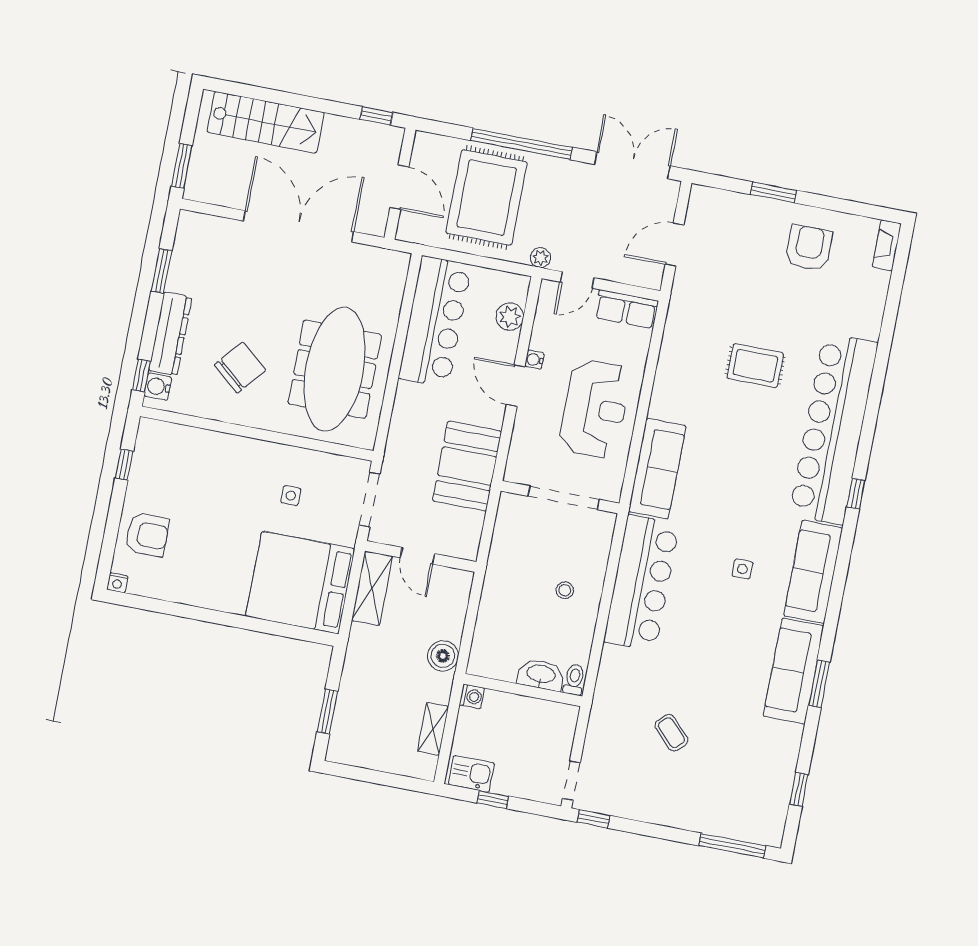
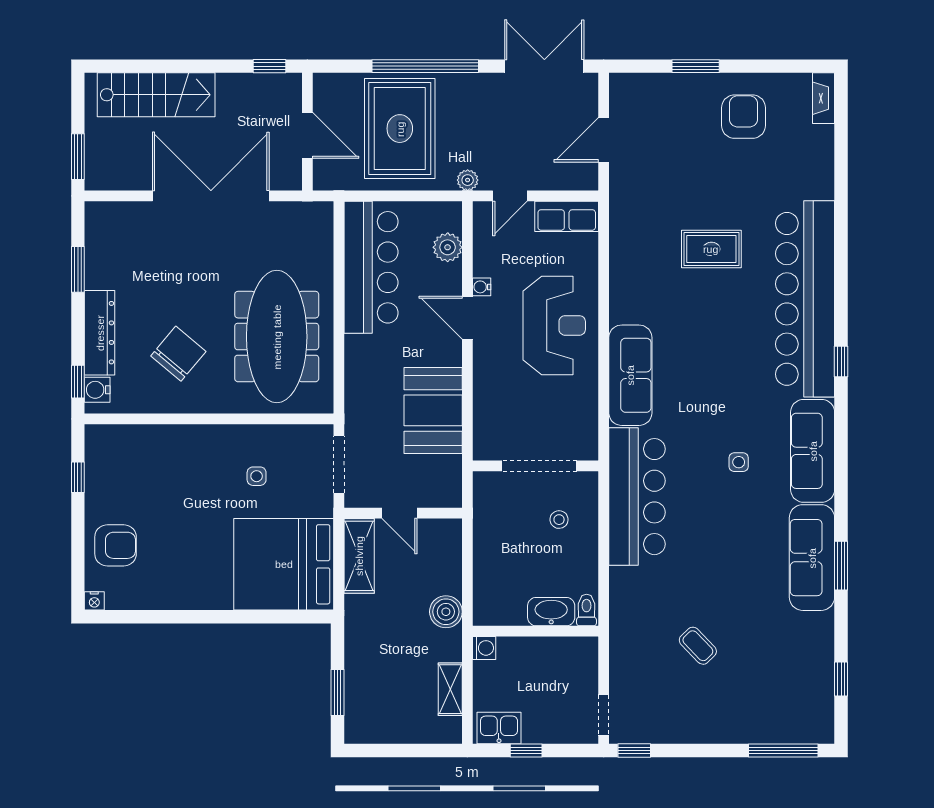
wall: (560, 497) -> (536, 466), moved
doorway: (564, 498) -> (539, 466), moved

